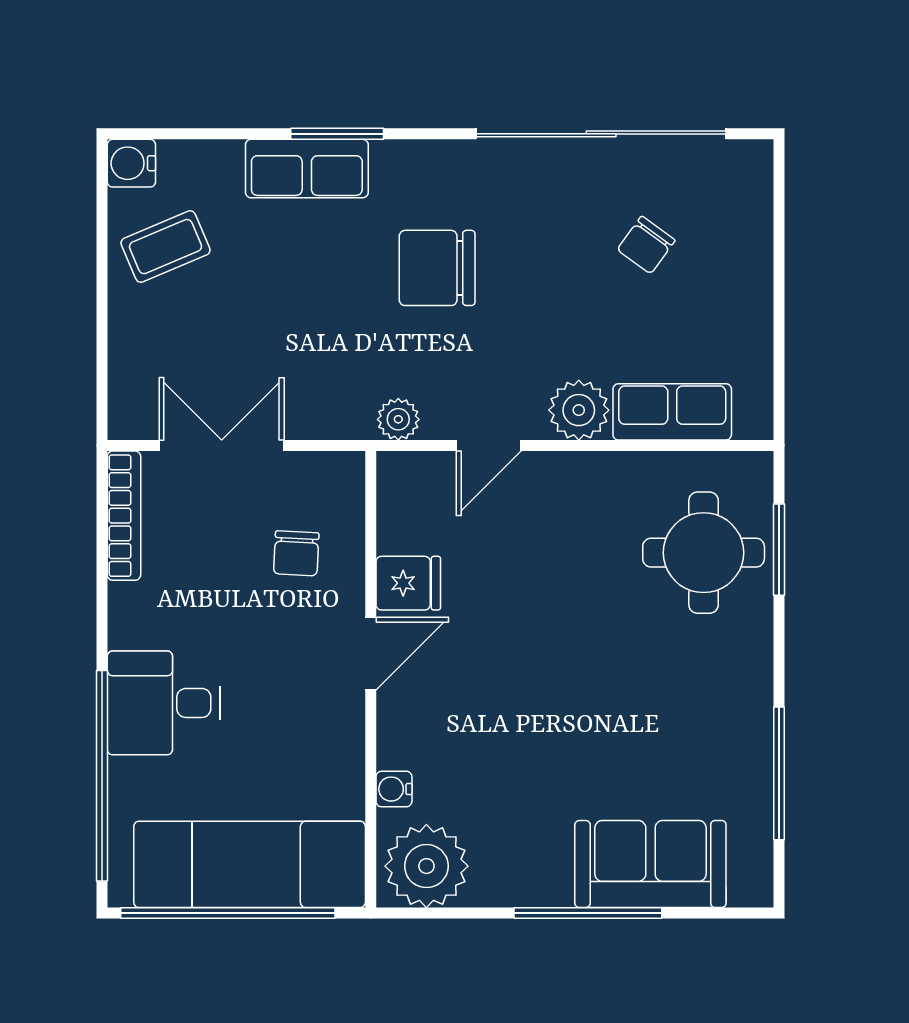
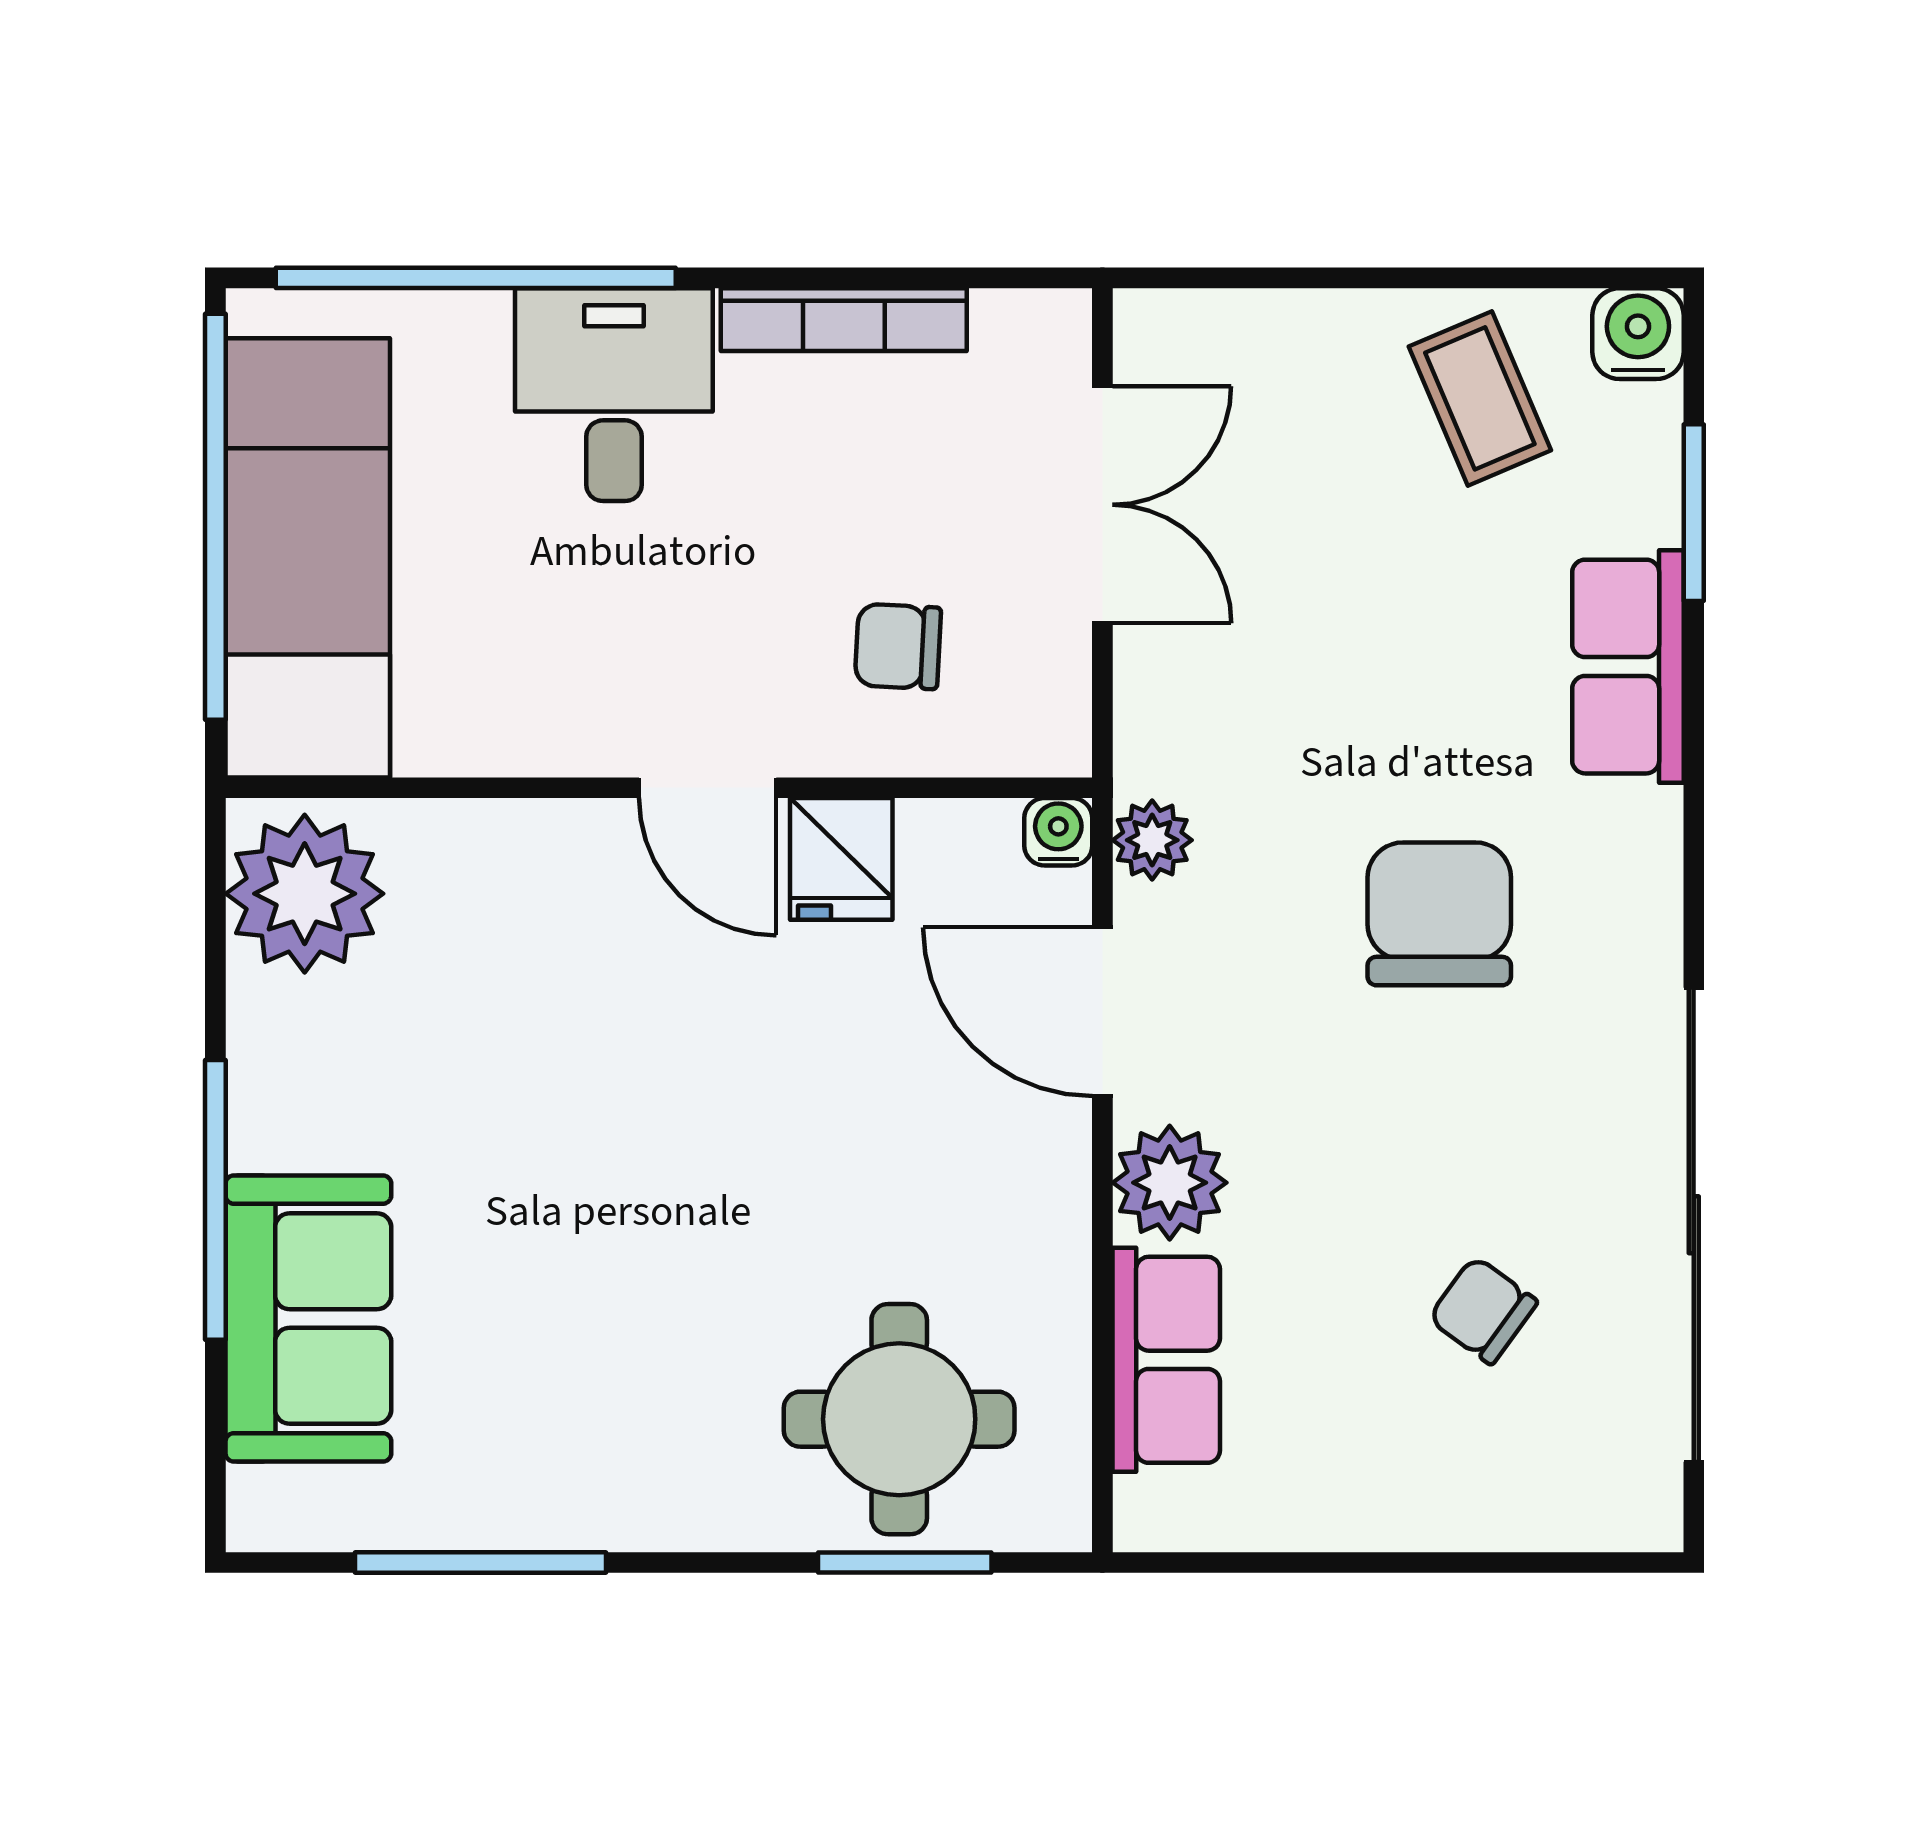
window: (337, 134) -> (1694, 513), moved
door: (489, 446) -> (1102, 1012), width x1.38
bookcase: (124, 516) -> (844, 320), moved
water cooler: (394, 789) -> (1058, 832), moved

